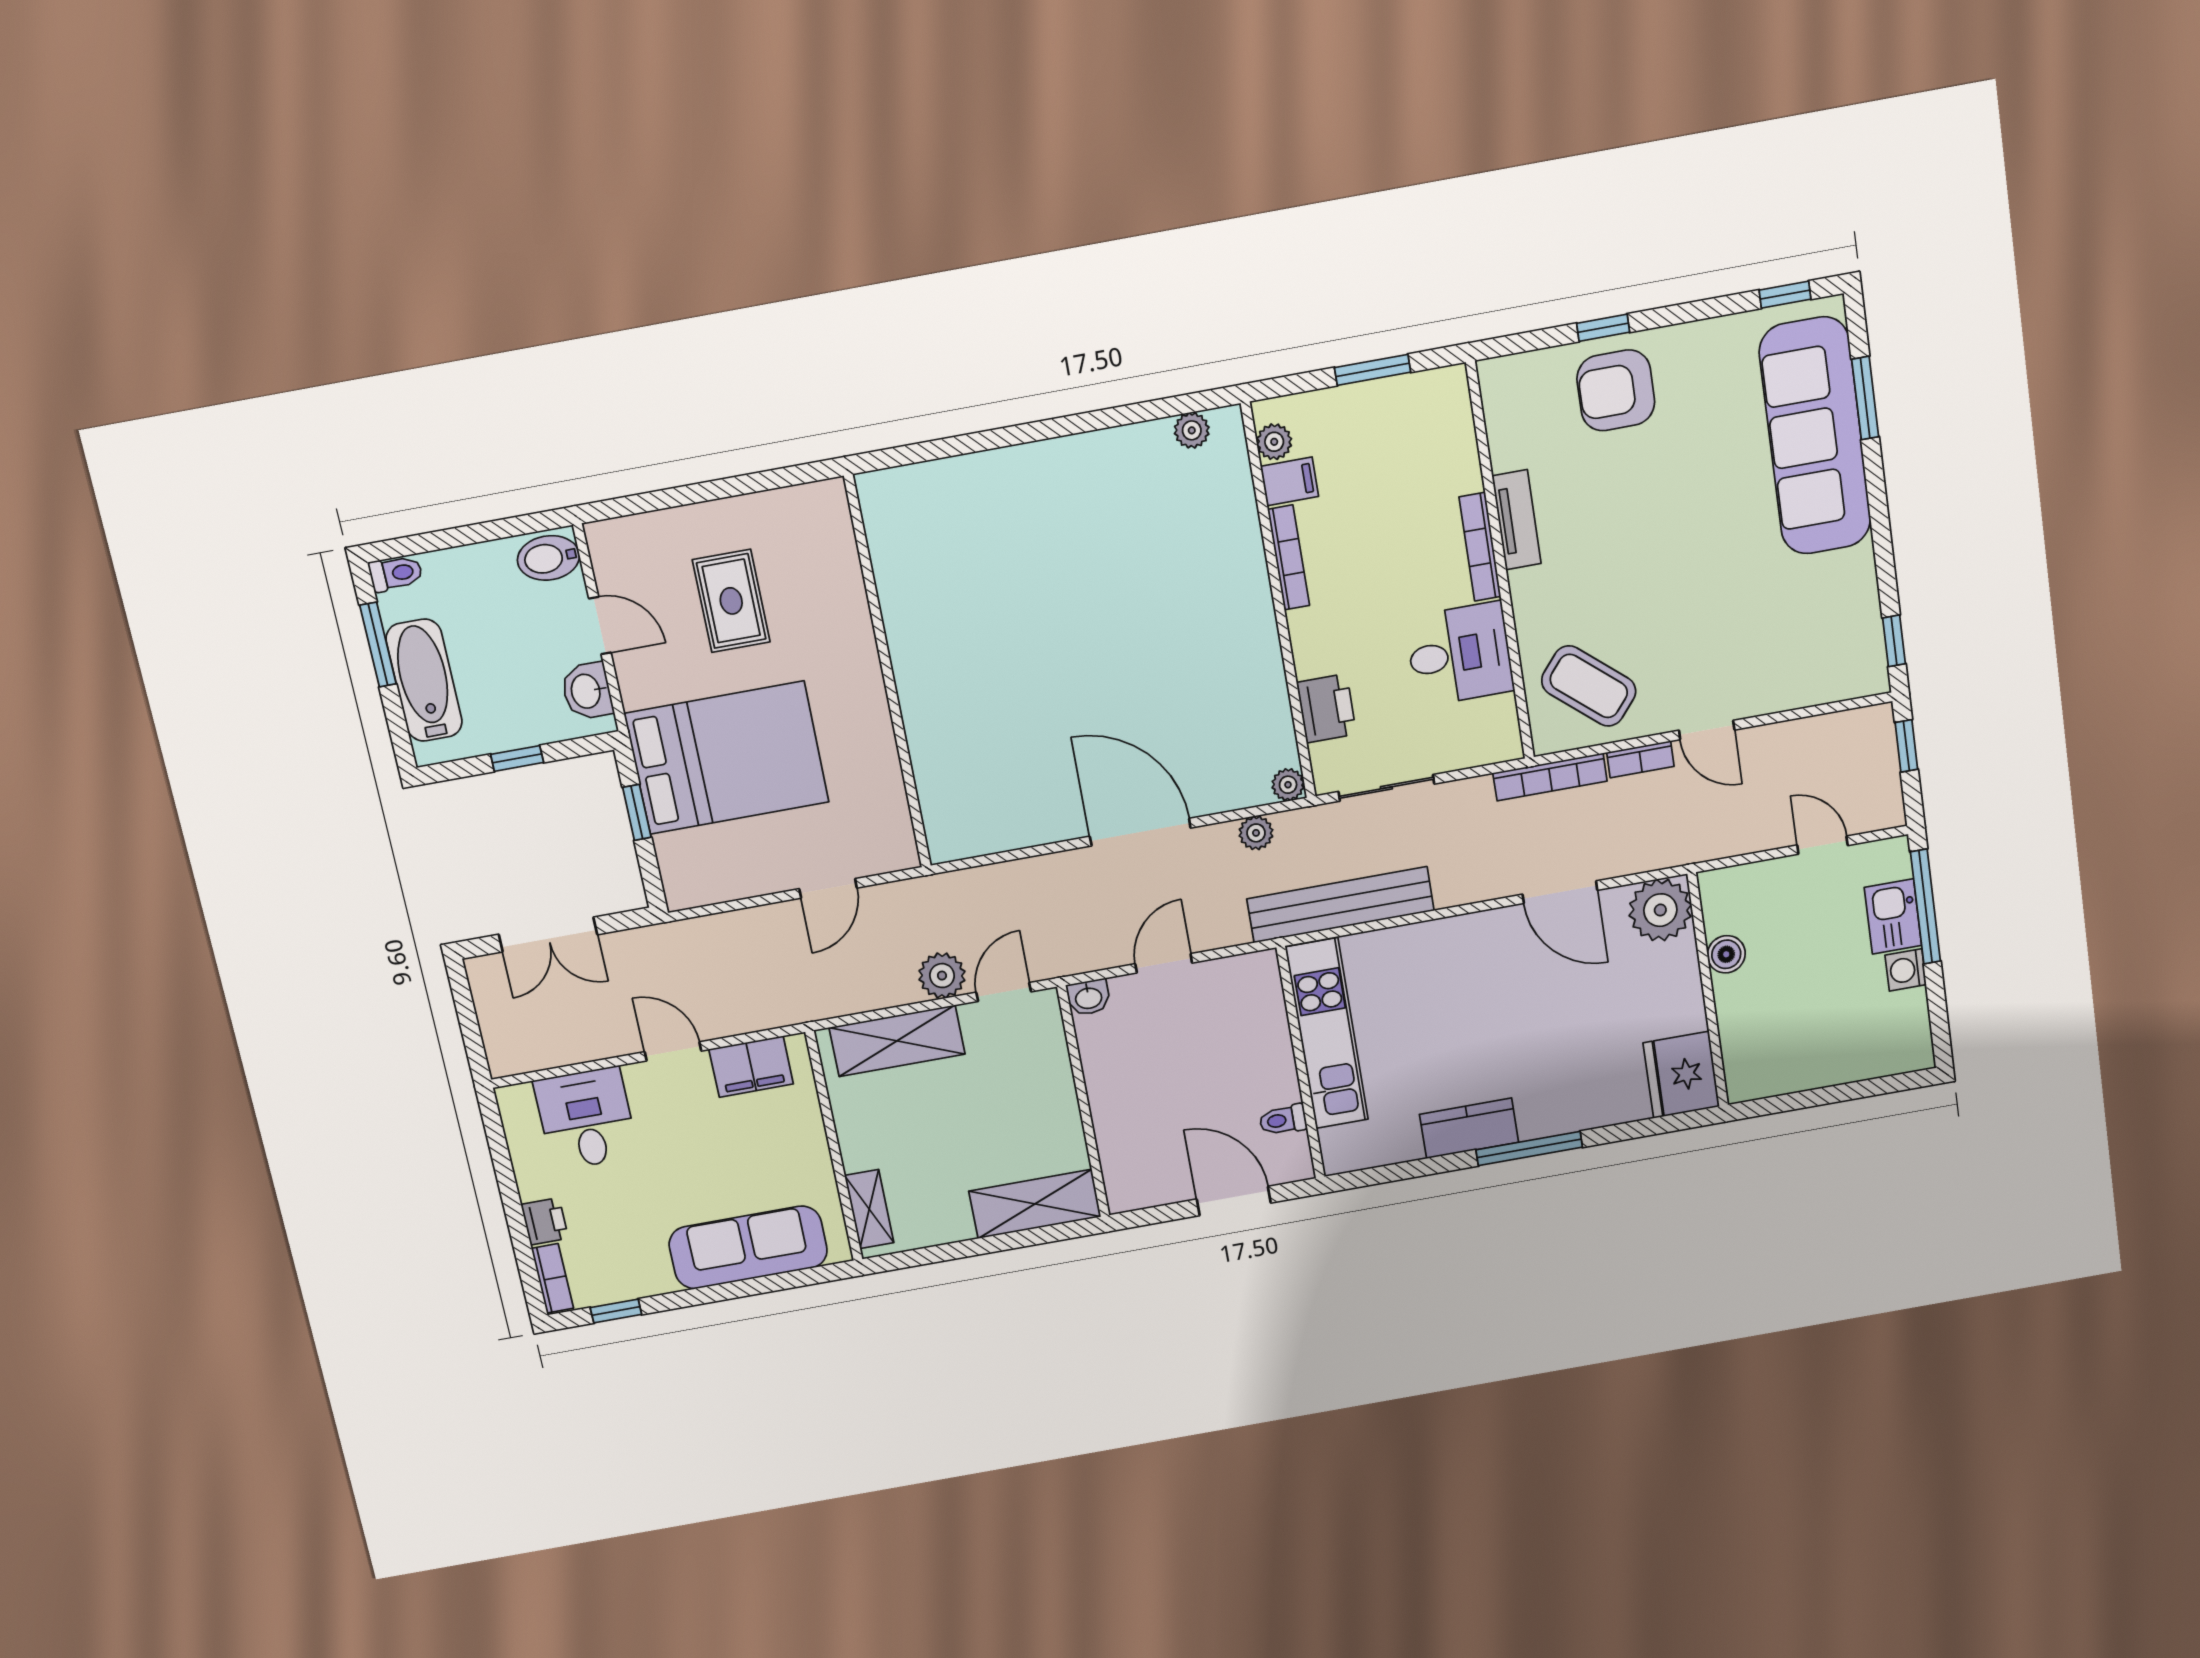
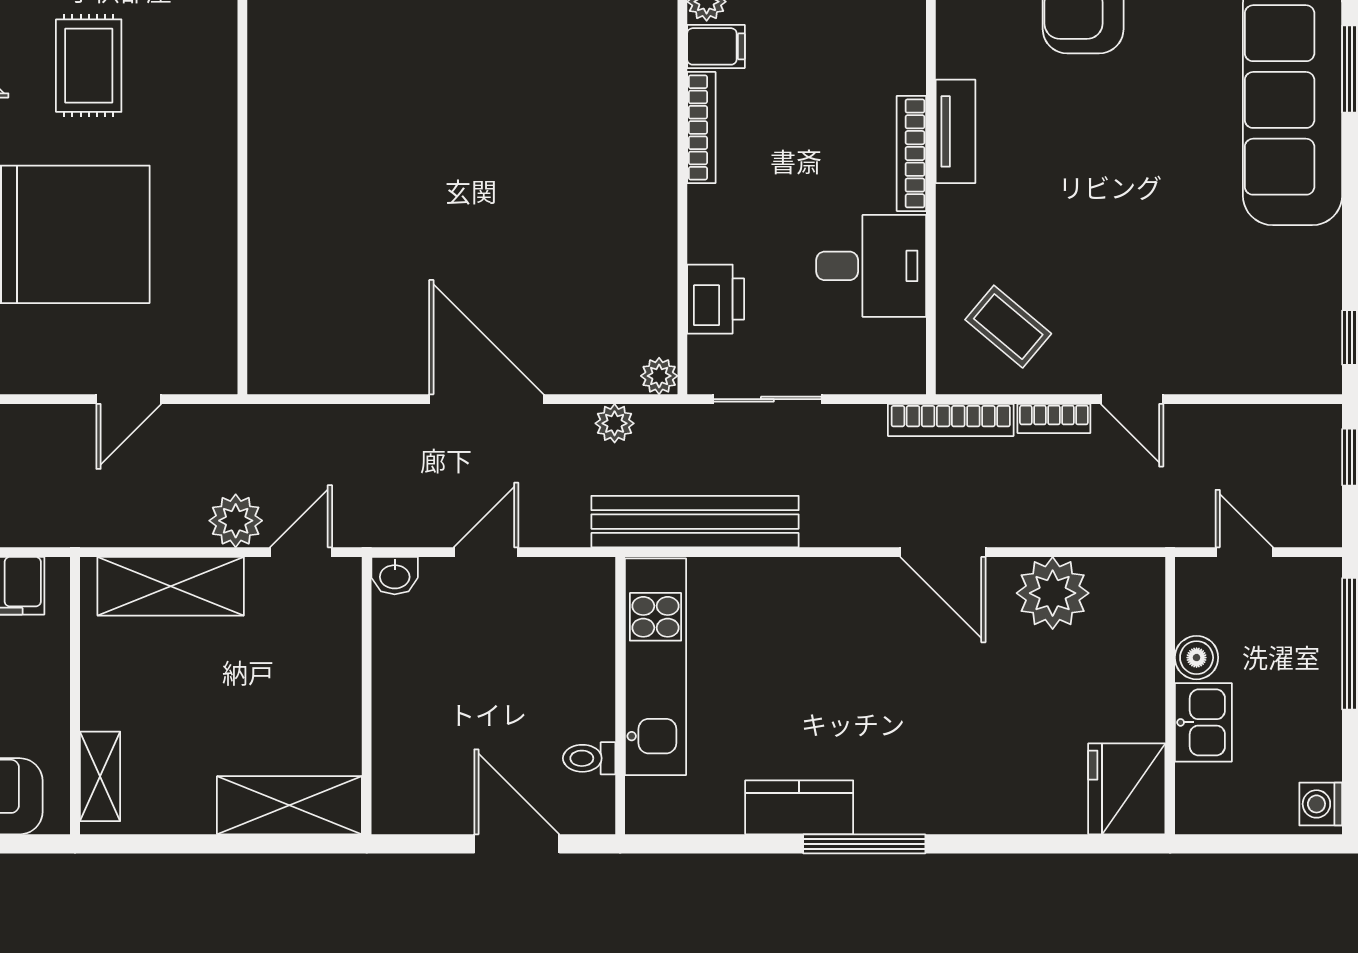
coffee table: (1589, 686) -> (1008, 327), width x0.73, depth x0.77
kitchen sink: (1893, 916) -> (1203, 722), moved, turned 180
boiler: (1726, 954) -> (1197, 658), moved
washing machine: (1906, 970) -> (1321, 804), moved
wall: (1708, 990) -> (1170, 696), moved
fridge: (1681, 1075) -> (1127, 789), moved

